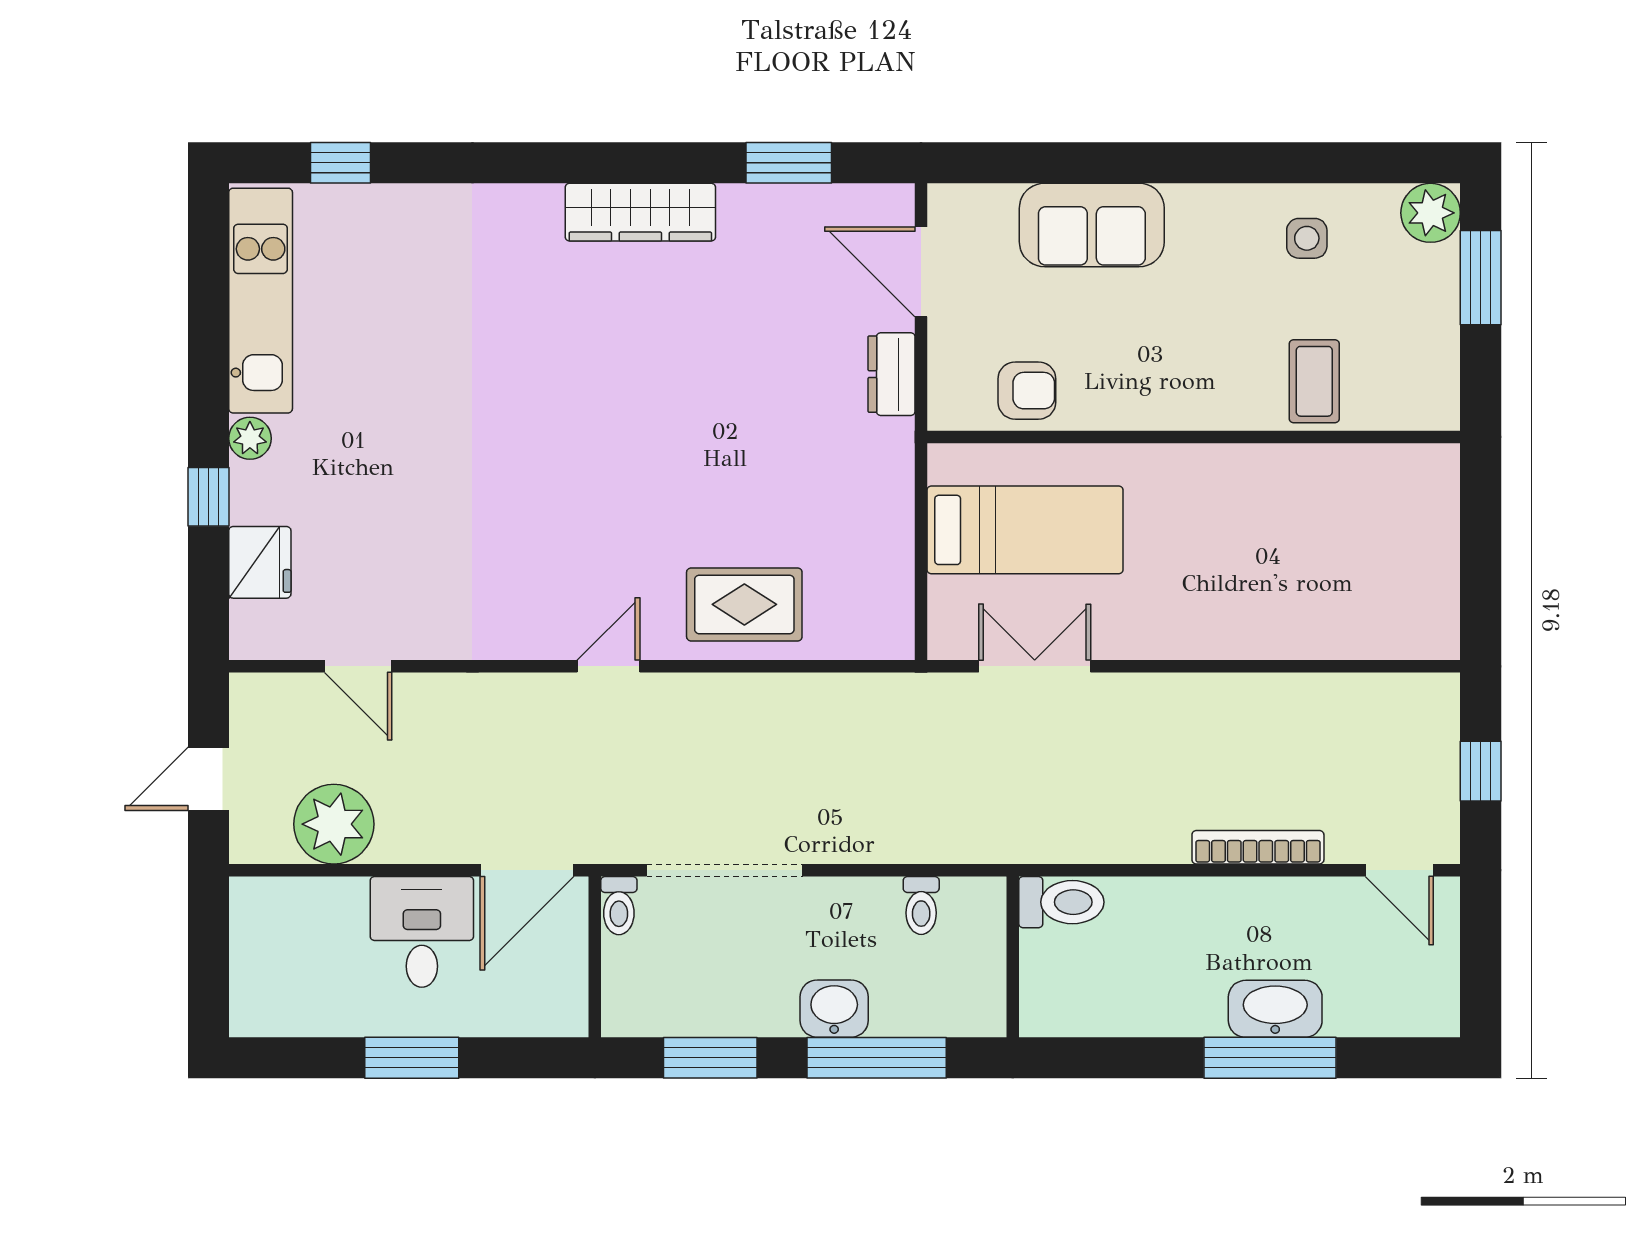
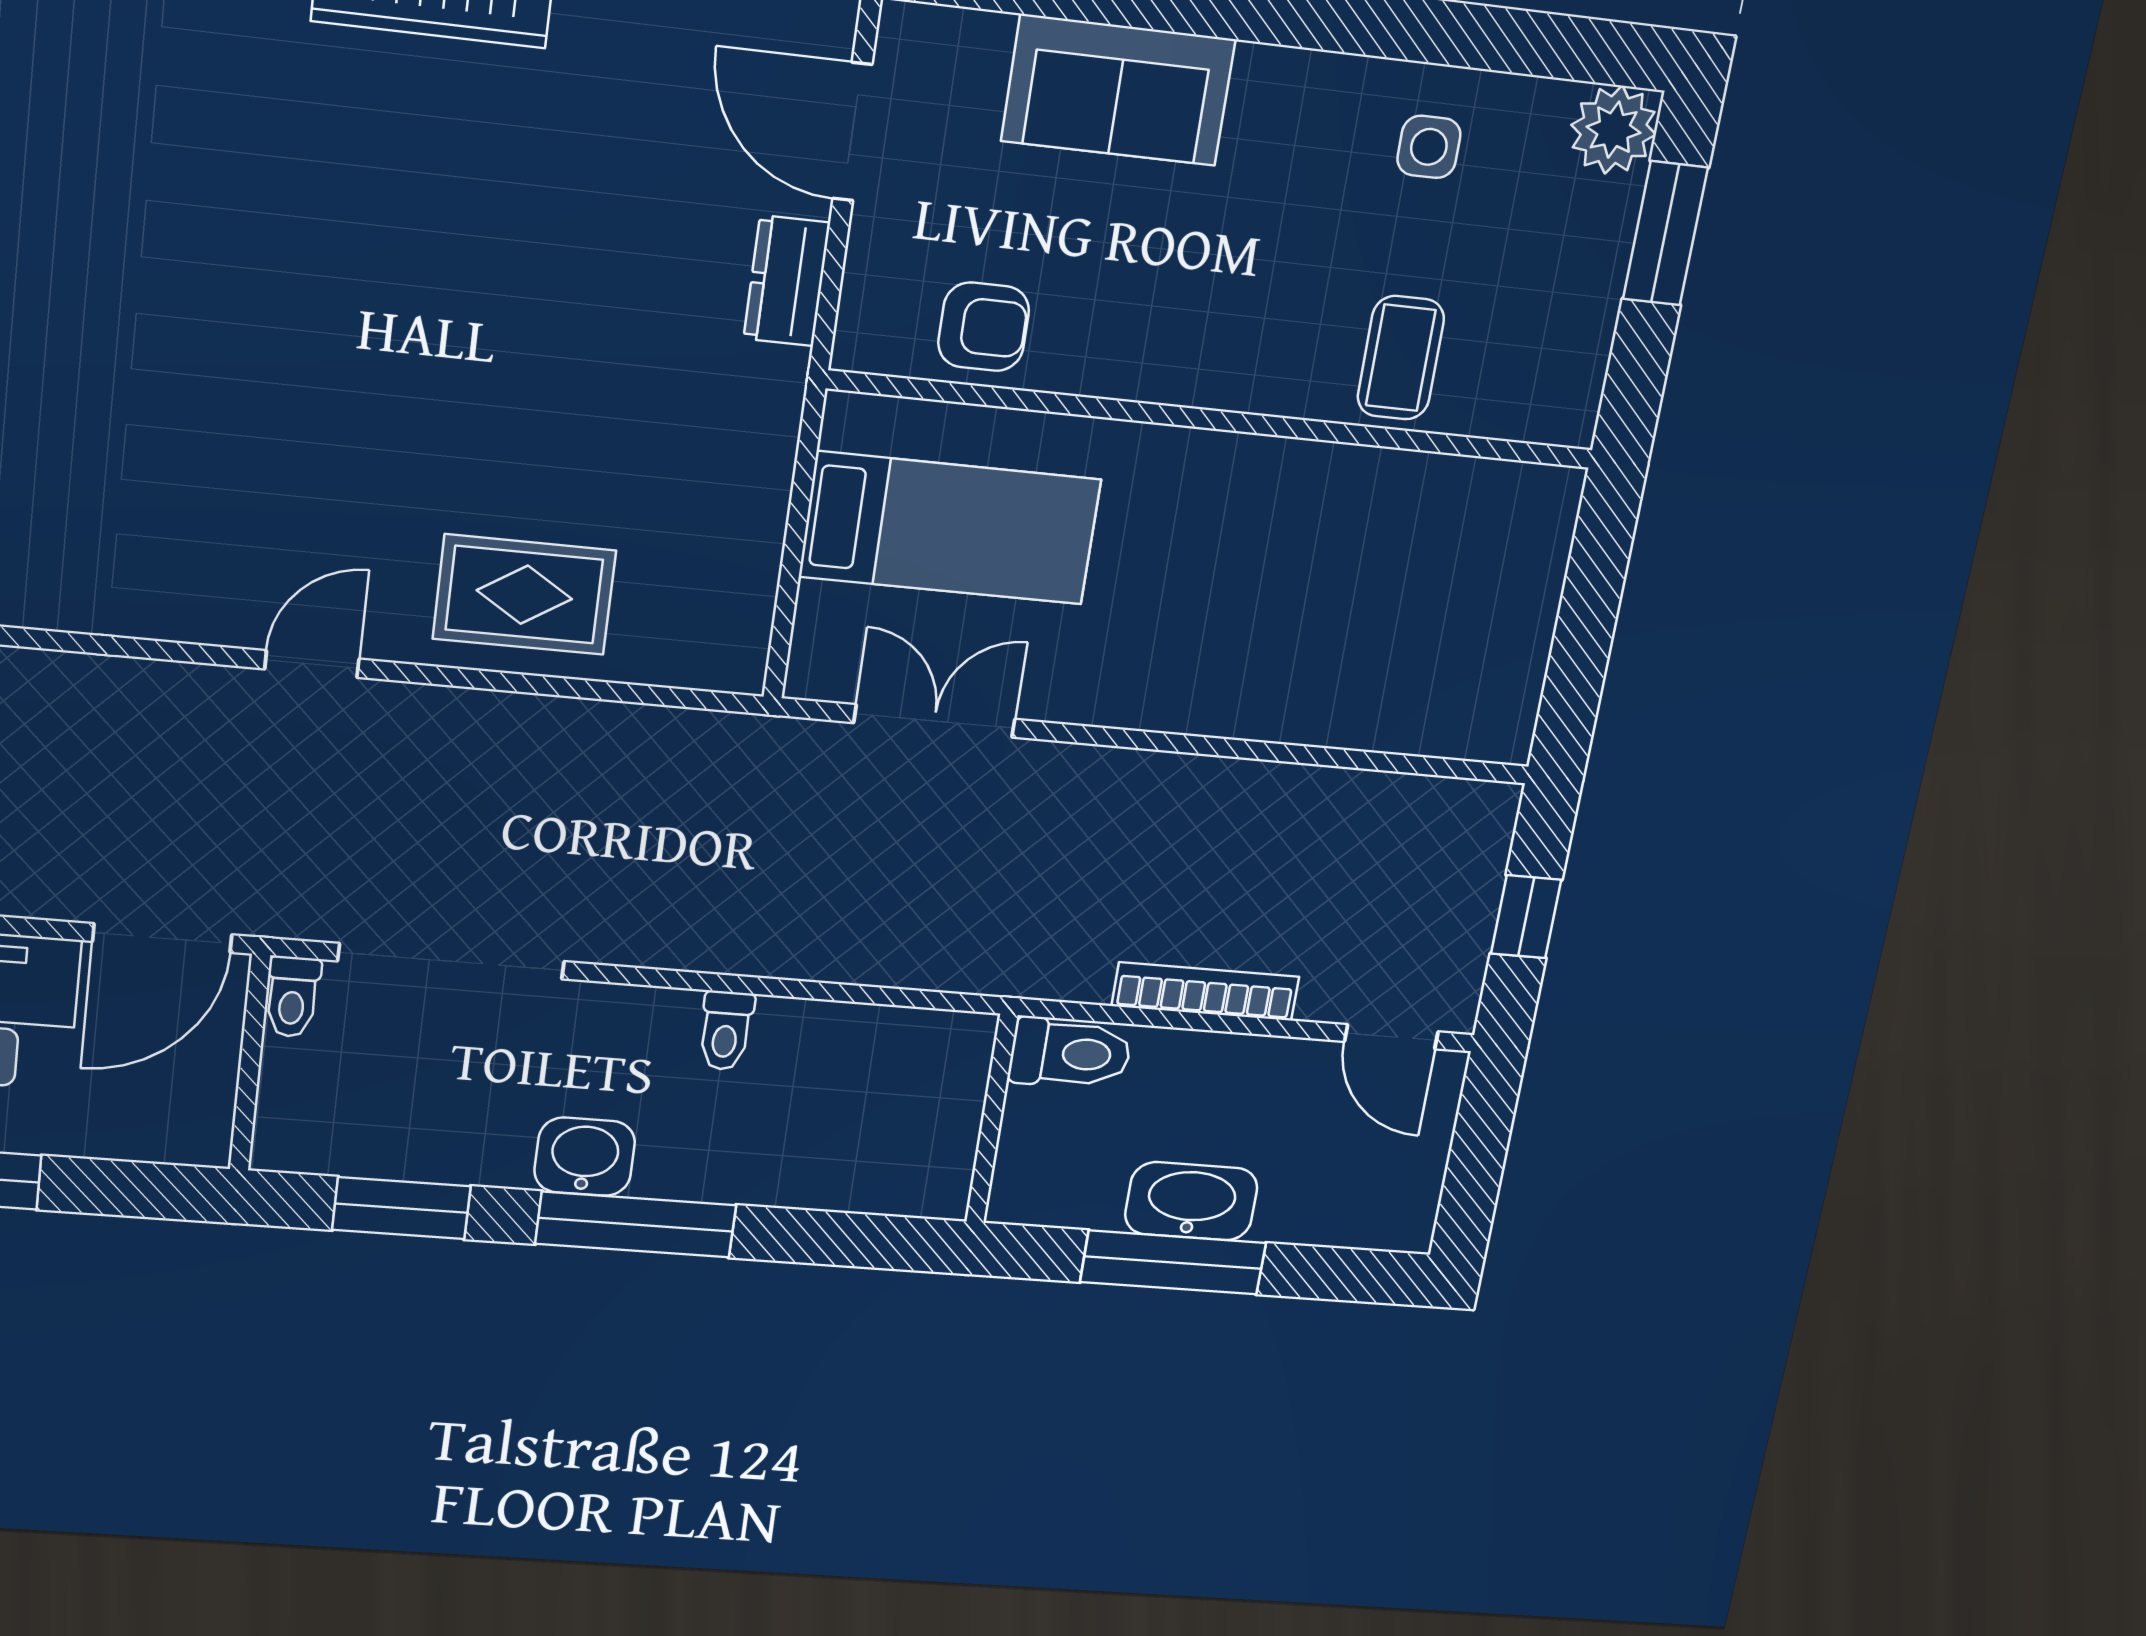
toilet: (1061, 902) -> (1070, 1053), moved
wall: (1013, 957) -> (992, 1119), moved

